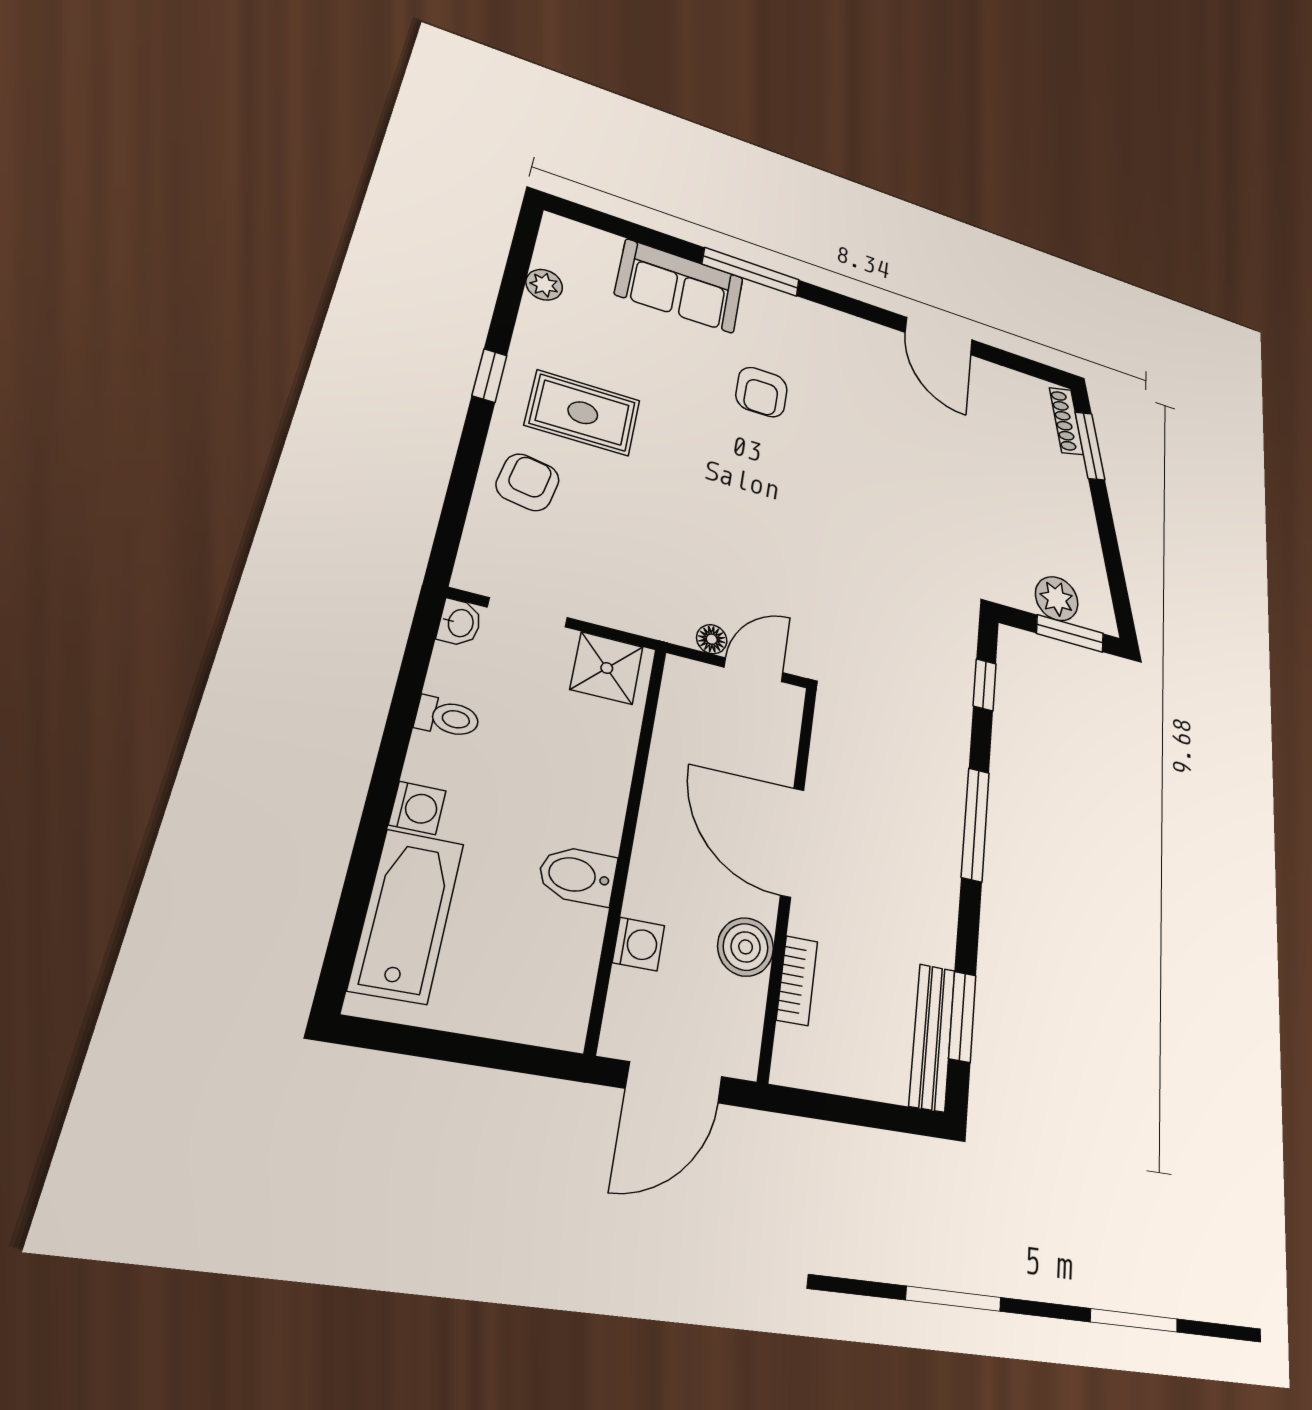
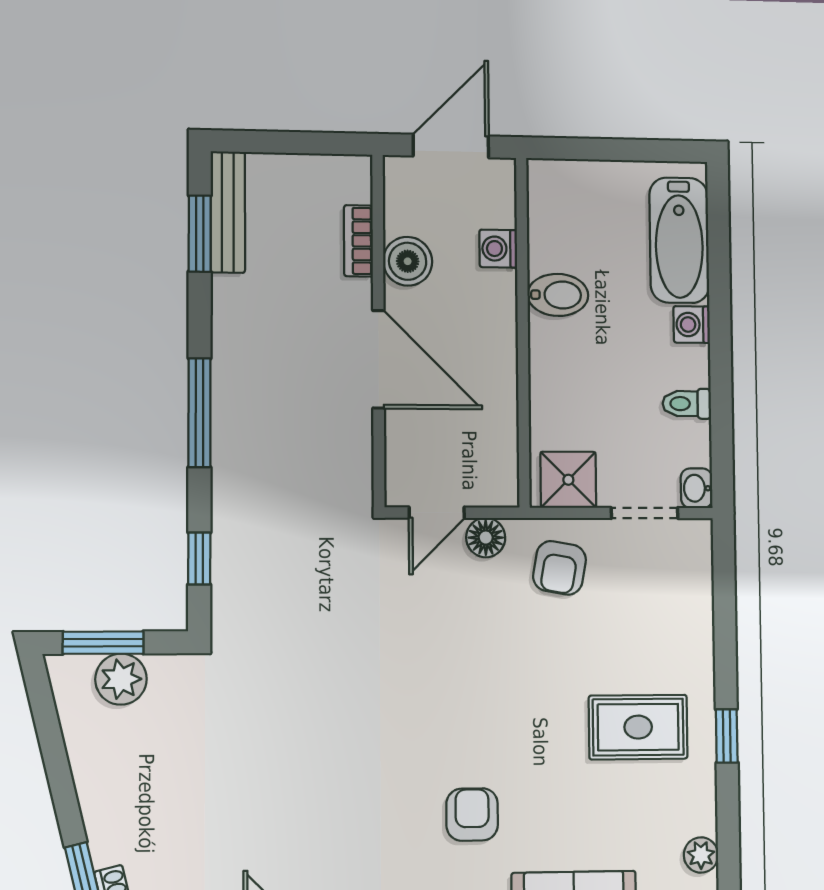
armchair: (528, 482) -> (559, 568), moved
floor lamp: (712, 639) -> (486, 538), width x1.37, depth x1.37

